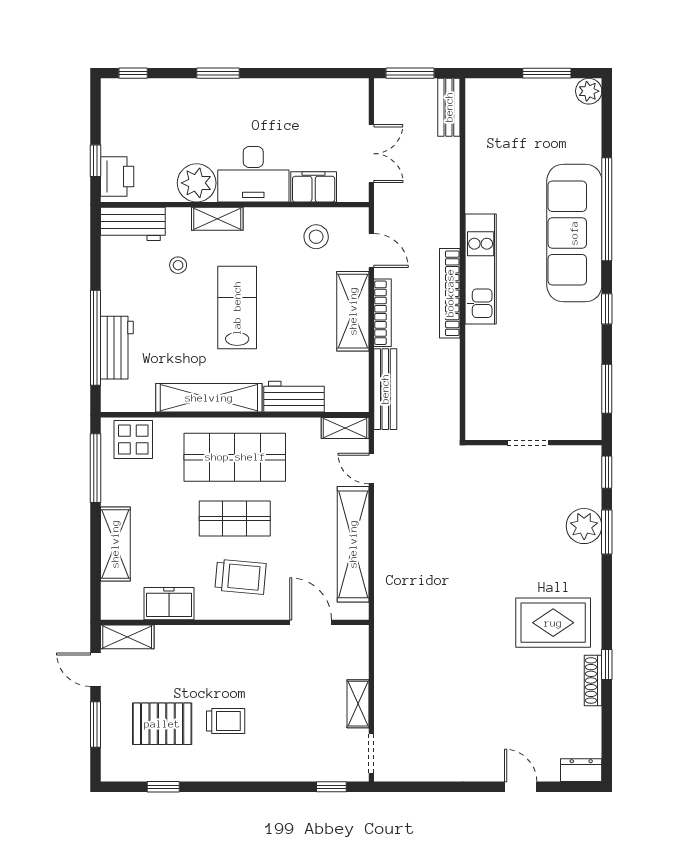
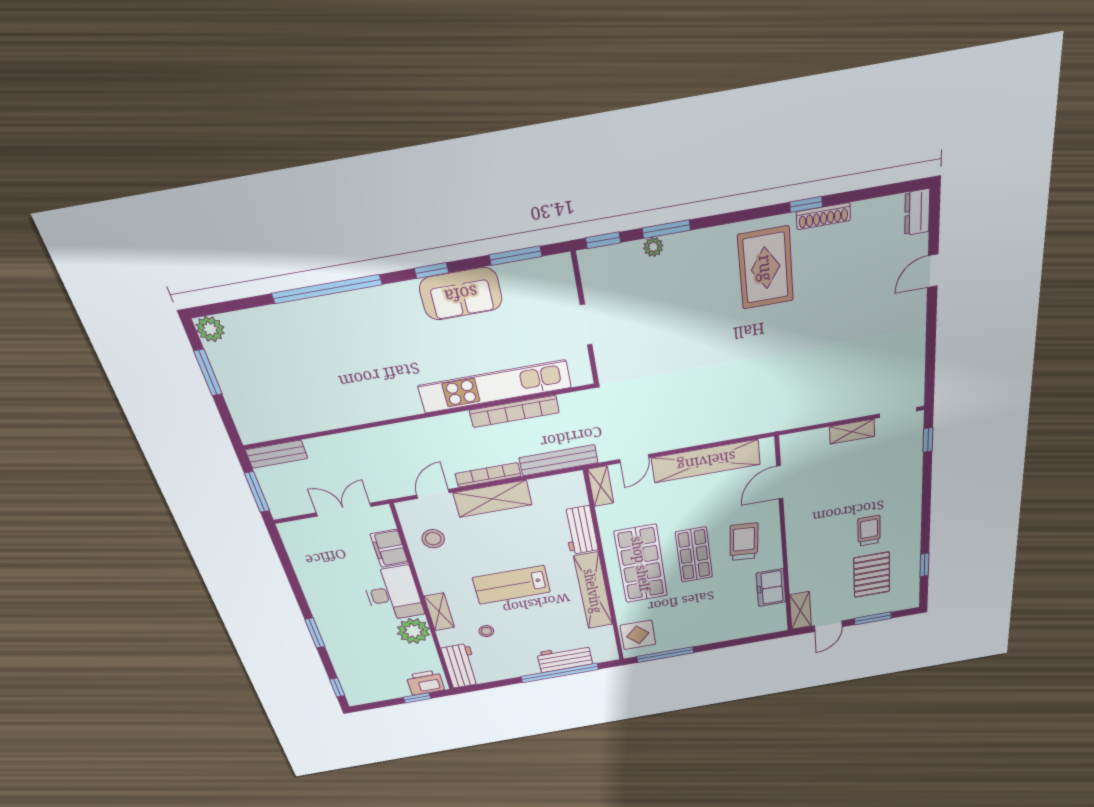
sofa: (574, 233) -> (461, 294), moved, width x0.54, depth x0.79
kitchen unit: (481, 269) -> (495, 387), moved, width x1.36
bookcase: (450, 293) -> (514, 411), moved
plant: (584, 526) -> (653, 247), width x0.53, depth x0.53
shelving: (115, 544) -> (725, 631), removed

